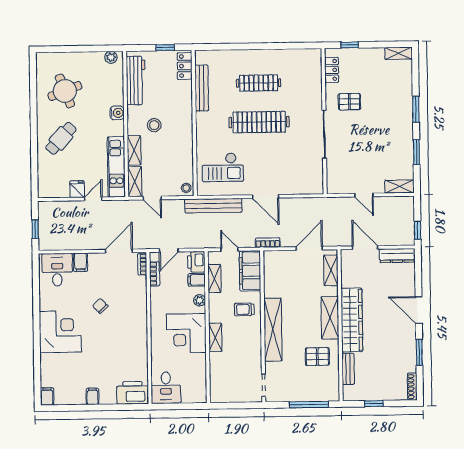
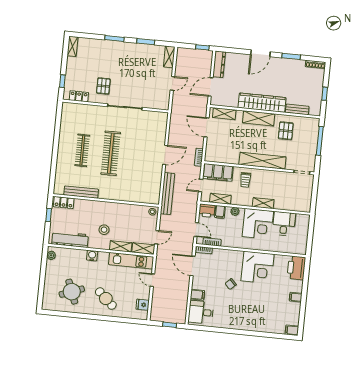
checkout: (223, 167) -> (140, 183), removed
fridge: (77, 189) -> (143, 305), moved
corner desk: (60, 332) -> (257, 267), moved, turned 180
desk: (166, 388) -> (284, 224), moved, turned -90

